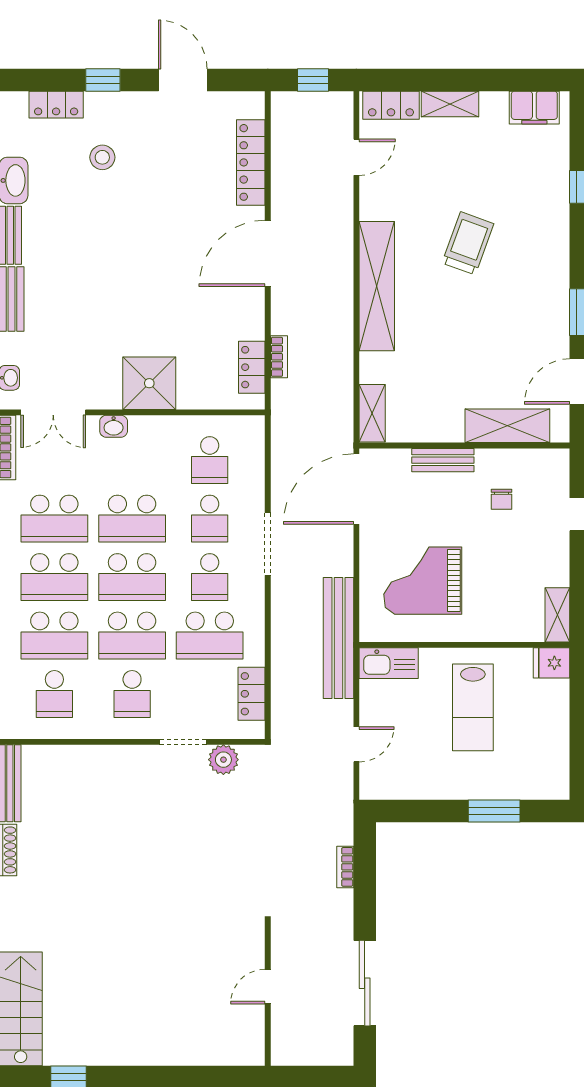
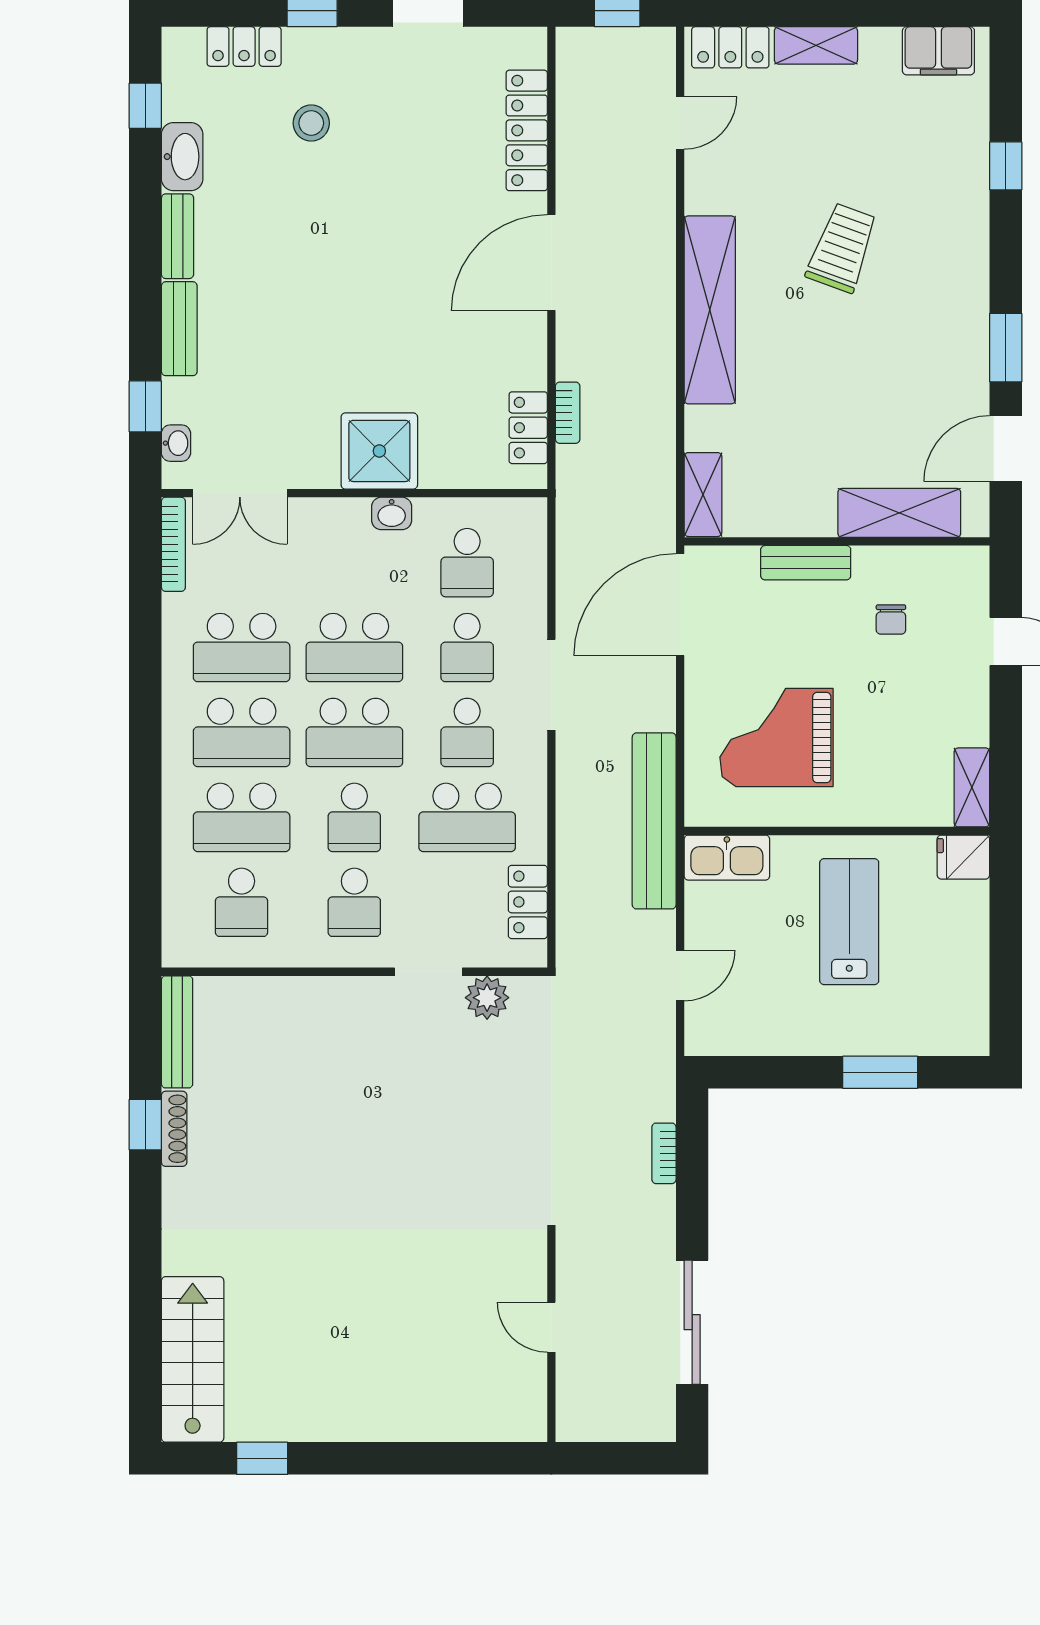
washbasin: (114, 426) -> (392, 513), moved
school desk: (132, 636) -> (354, 817), width x0.54
lab bench: (473, 707) -> (849, 922), turned 180
door: (268, 987) -> (551, 1327), hinge flipped

